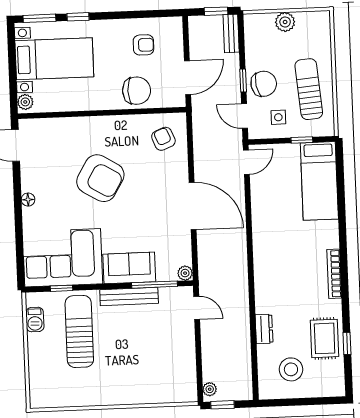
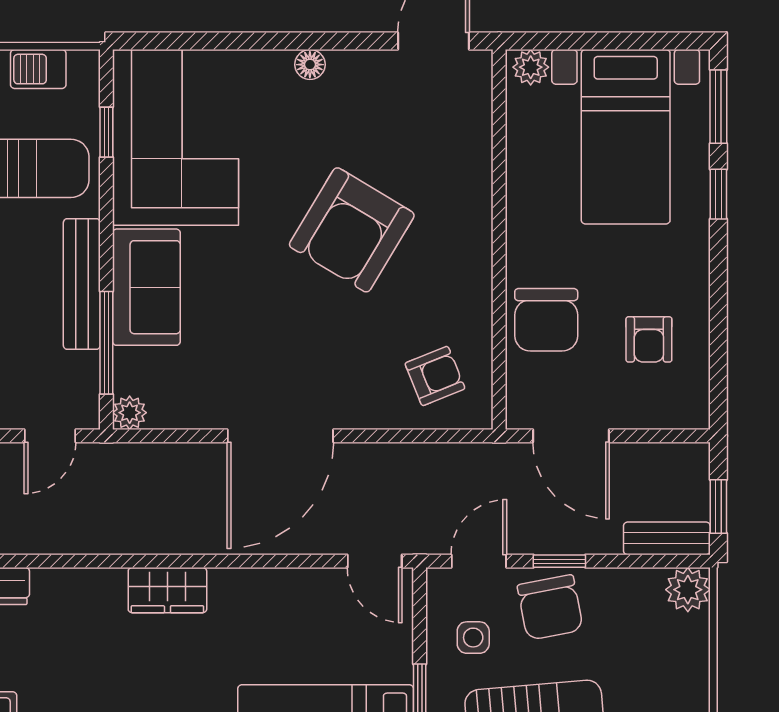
plant: (285, 22) -> (688, 590), moved
wardrobe: (263, 253) -> (167, 590), added

